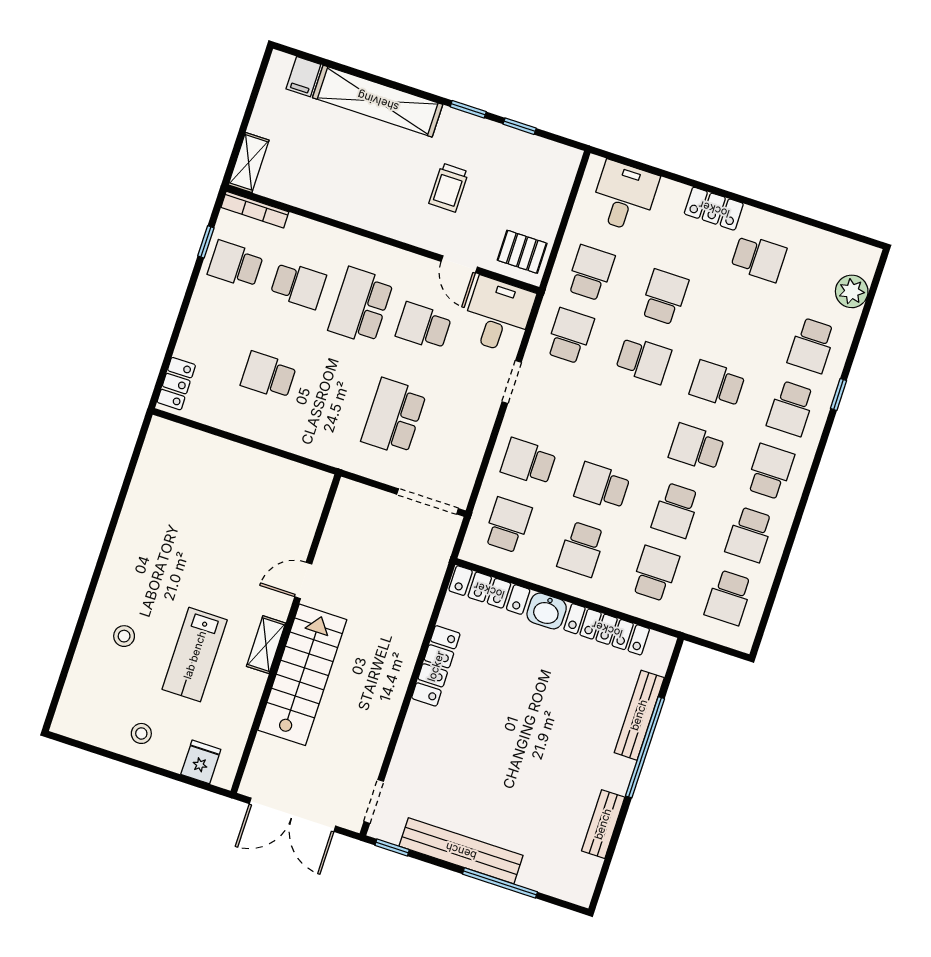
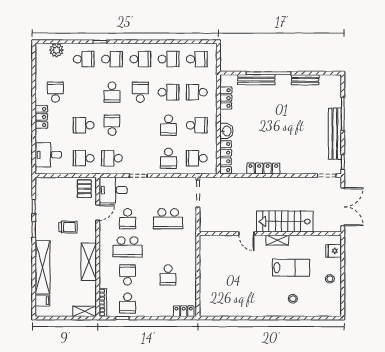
shelving: (356, 208) -> (89, 262), added
school desk: (696, 447) -> (140, 92), turned 180
school desk: (770, 472) -> (140, 59), turned 180
locker: (607, 629) -> (226, 98), width x0.66

